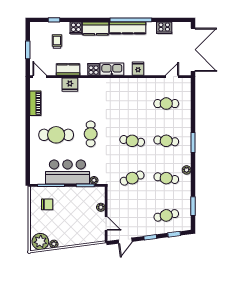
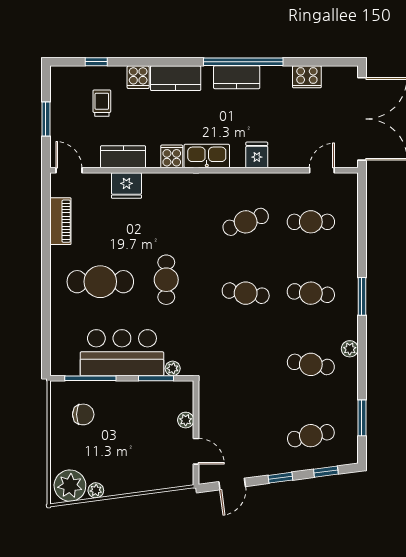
kitchen counter: (127, 28) -> (237, 77), width x0.67
cafe table: (132, 178) -> (246, 222), moved

